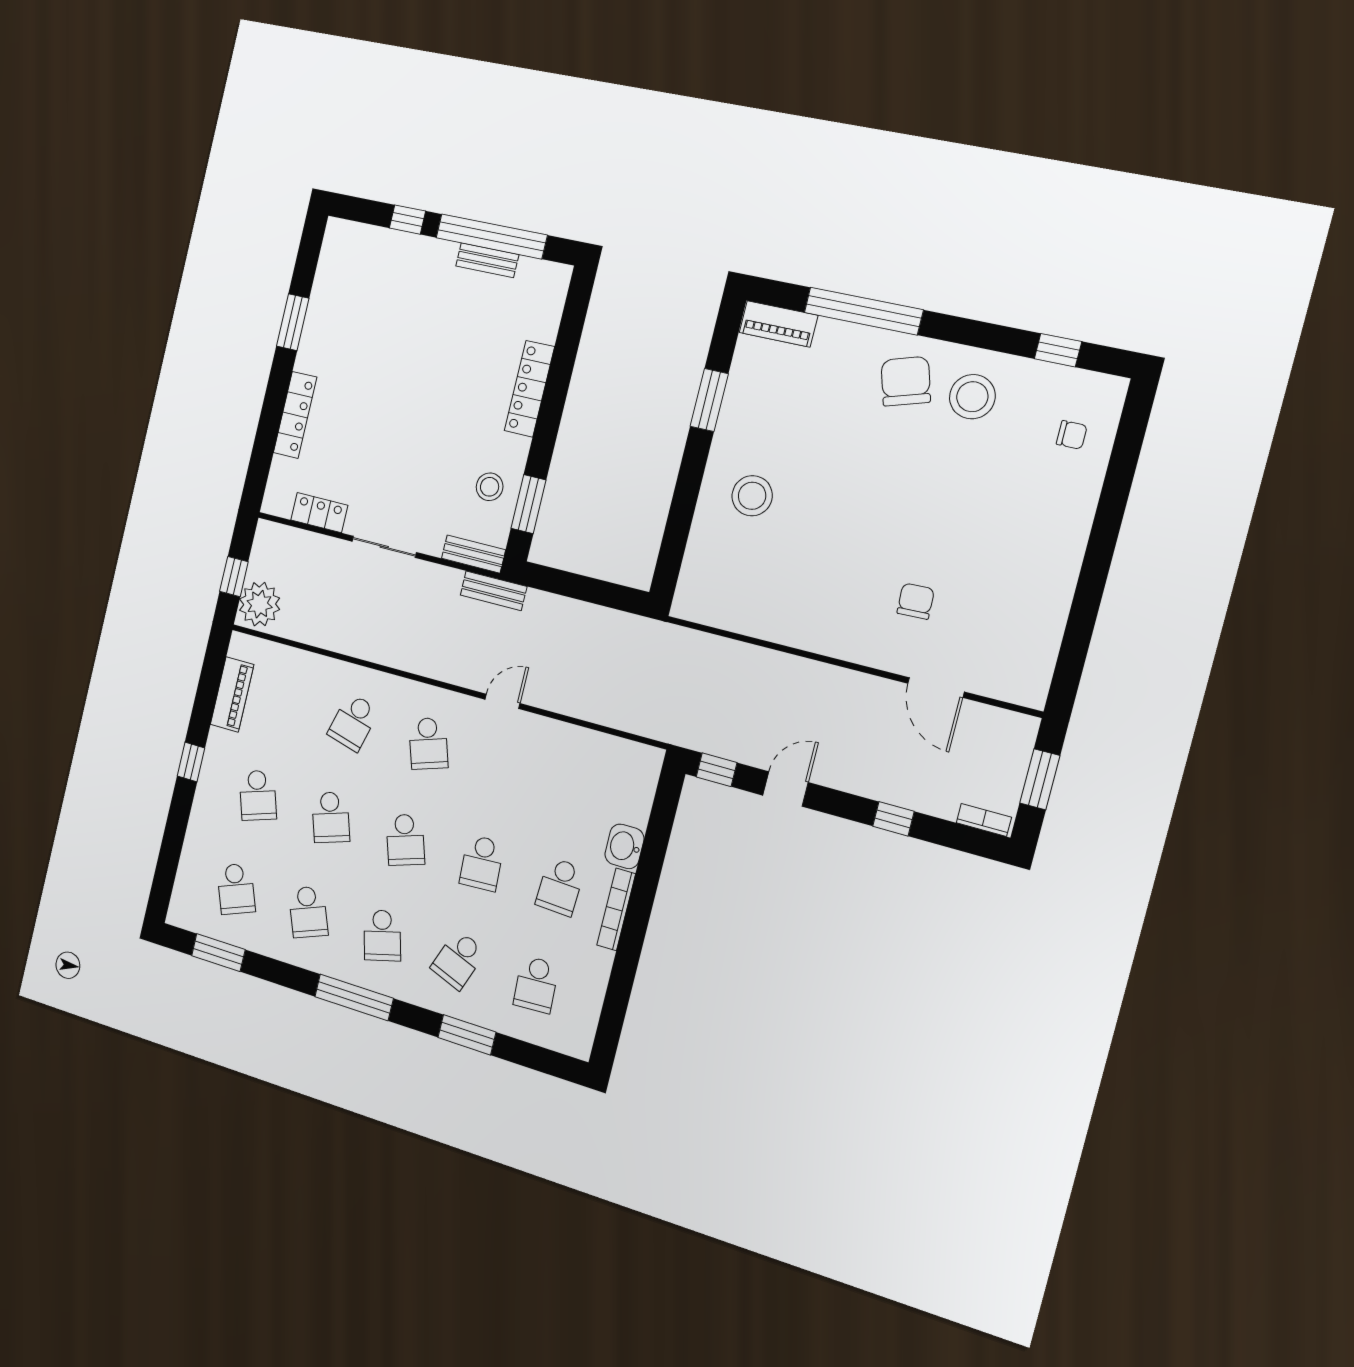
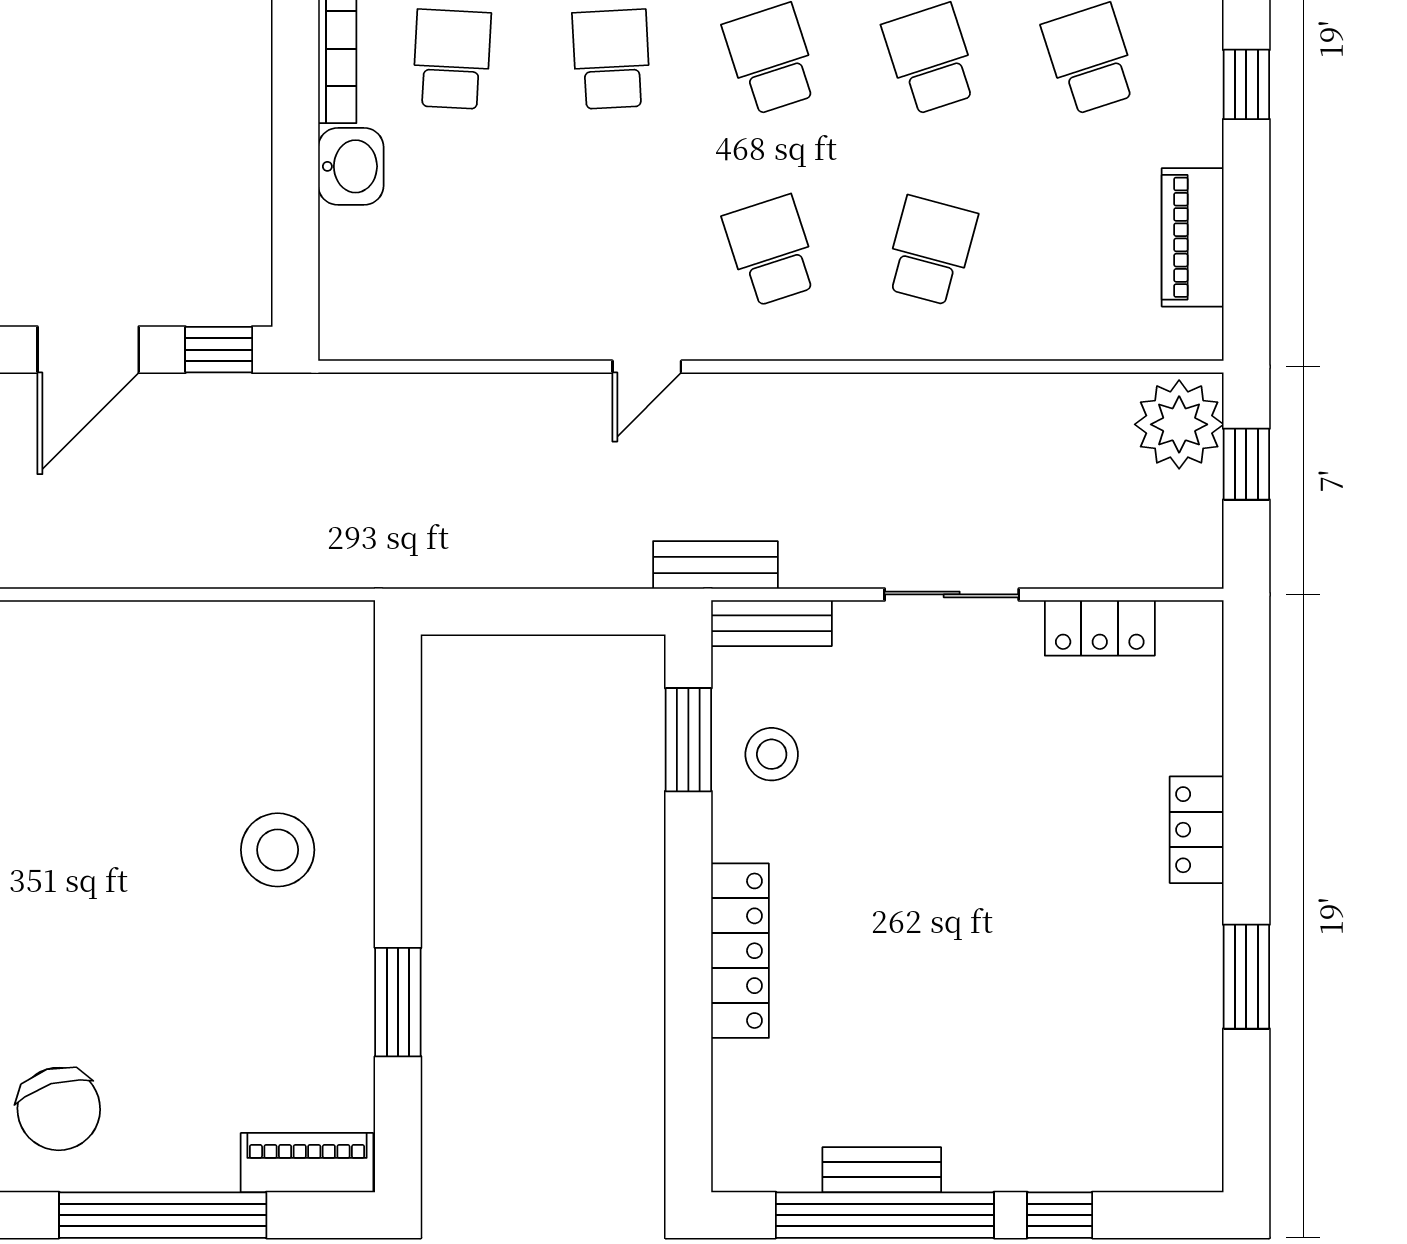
locker: (295, 415) -> (1197, 830), width x0.66
door: (785, 789) -> (88, 350), width x1.38

